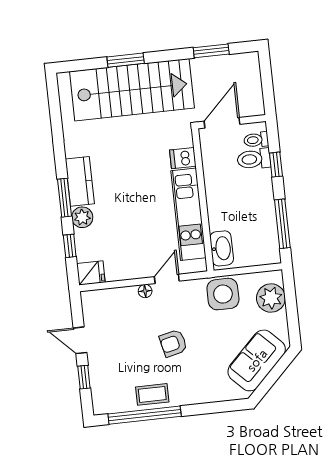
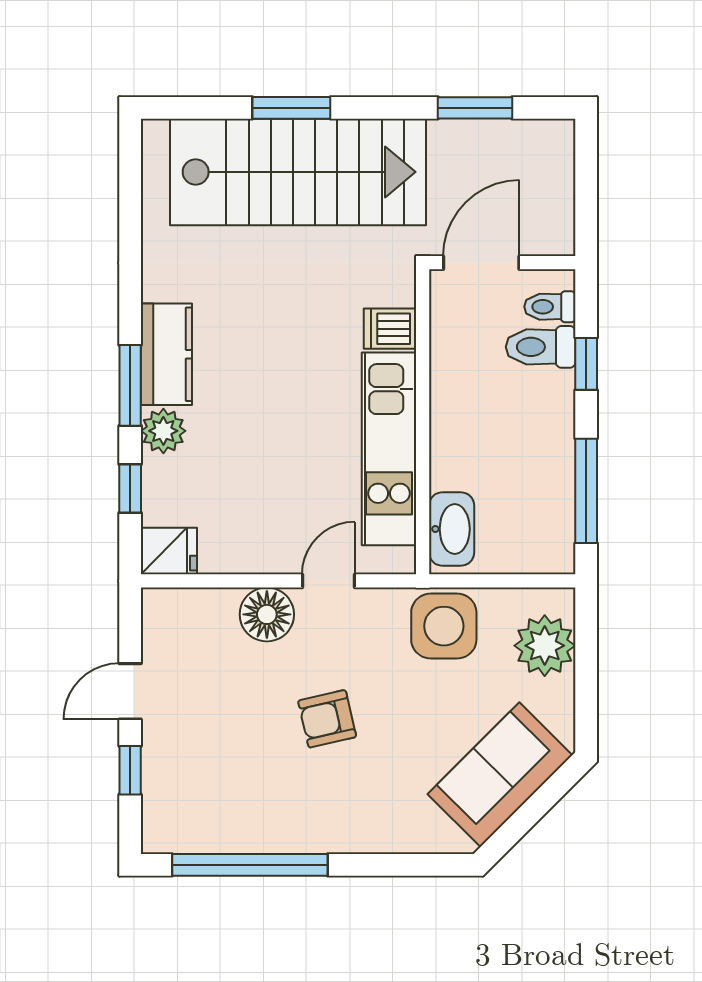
floor lamp: (145, 291) -> (267, 614), width x1.89, depth x1.89
door: (80, 340) -> (130, 691), hinge flipped
coffee table: (152, 394) -> (271, 823), removed

